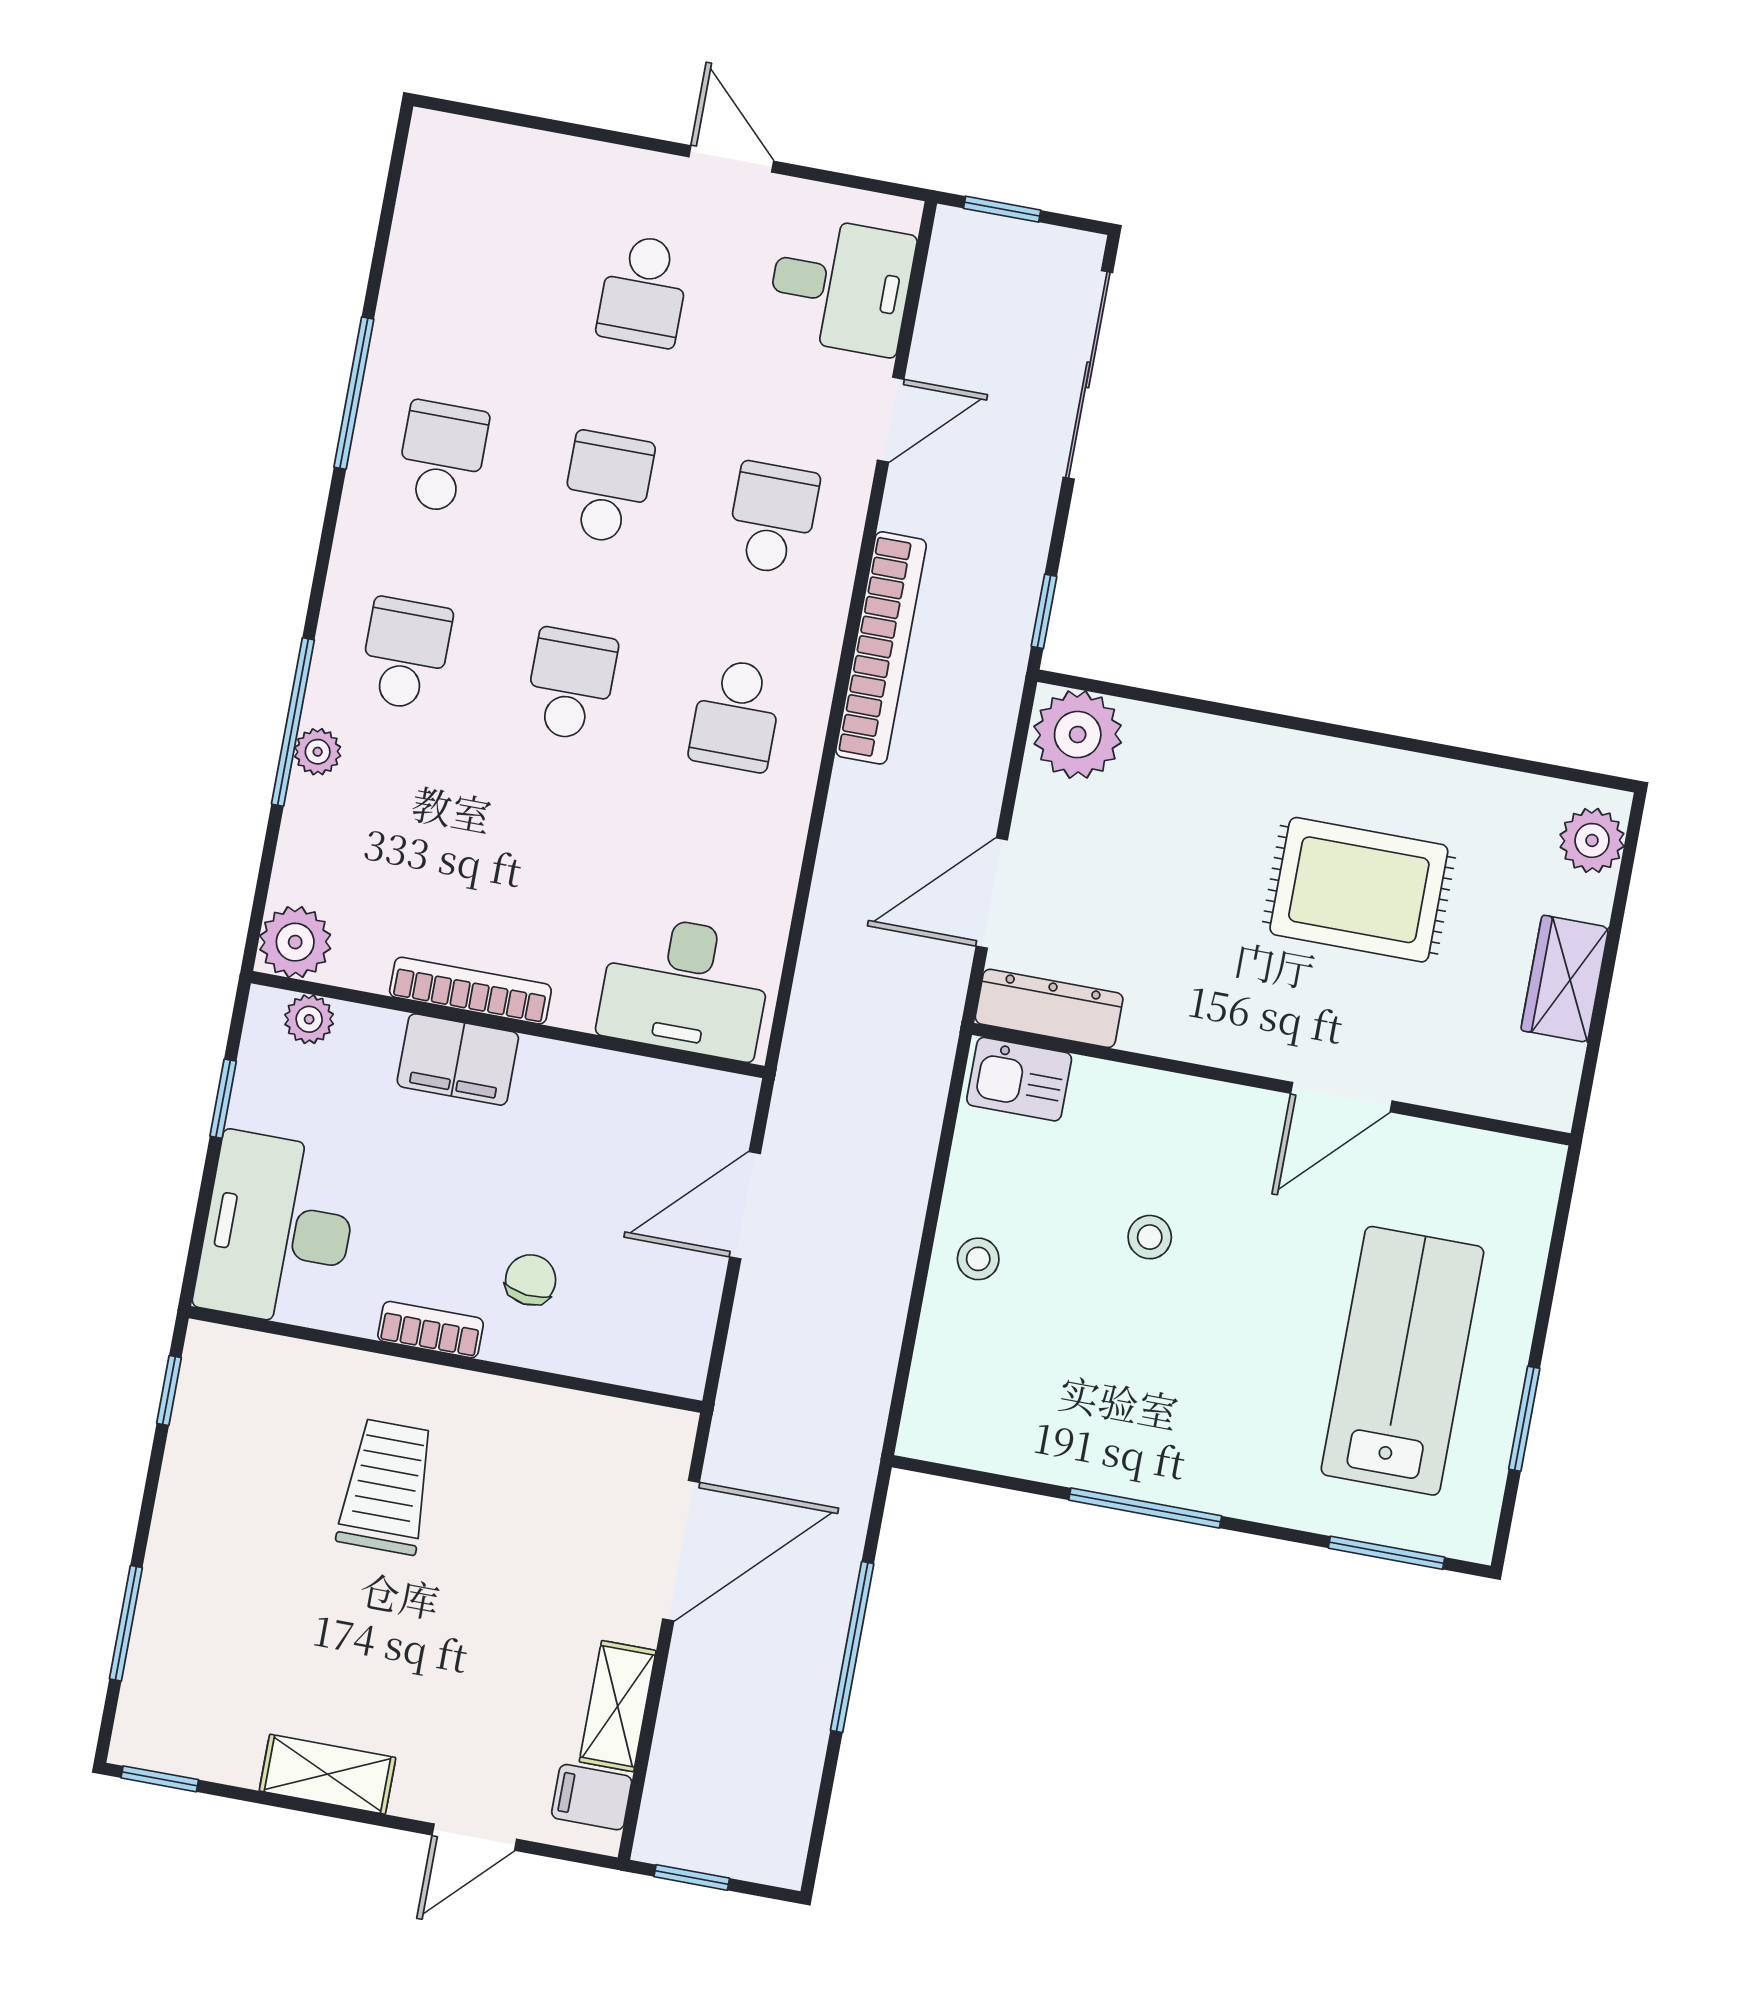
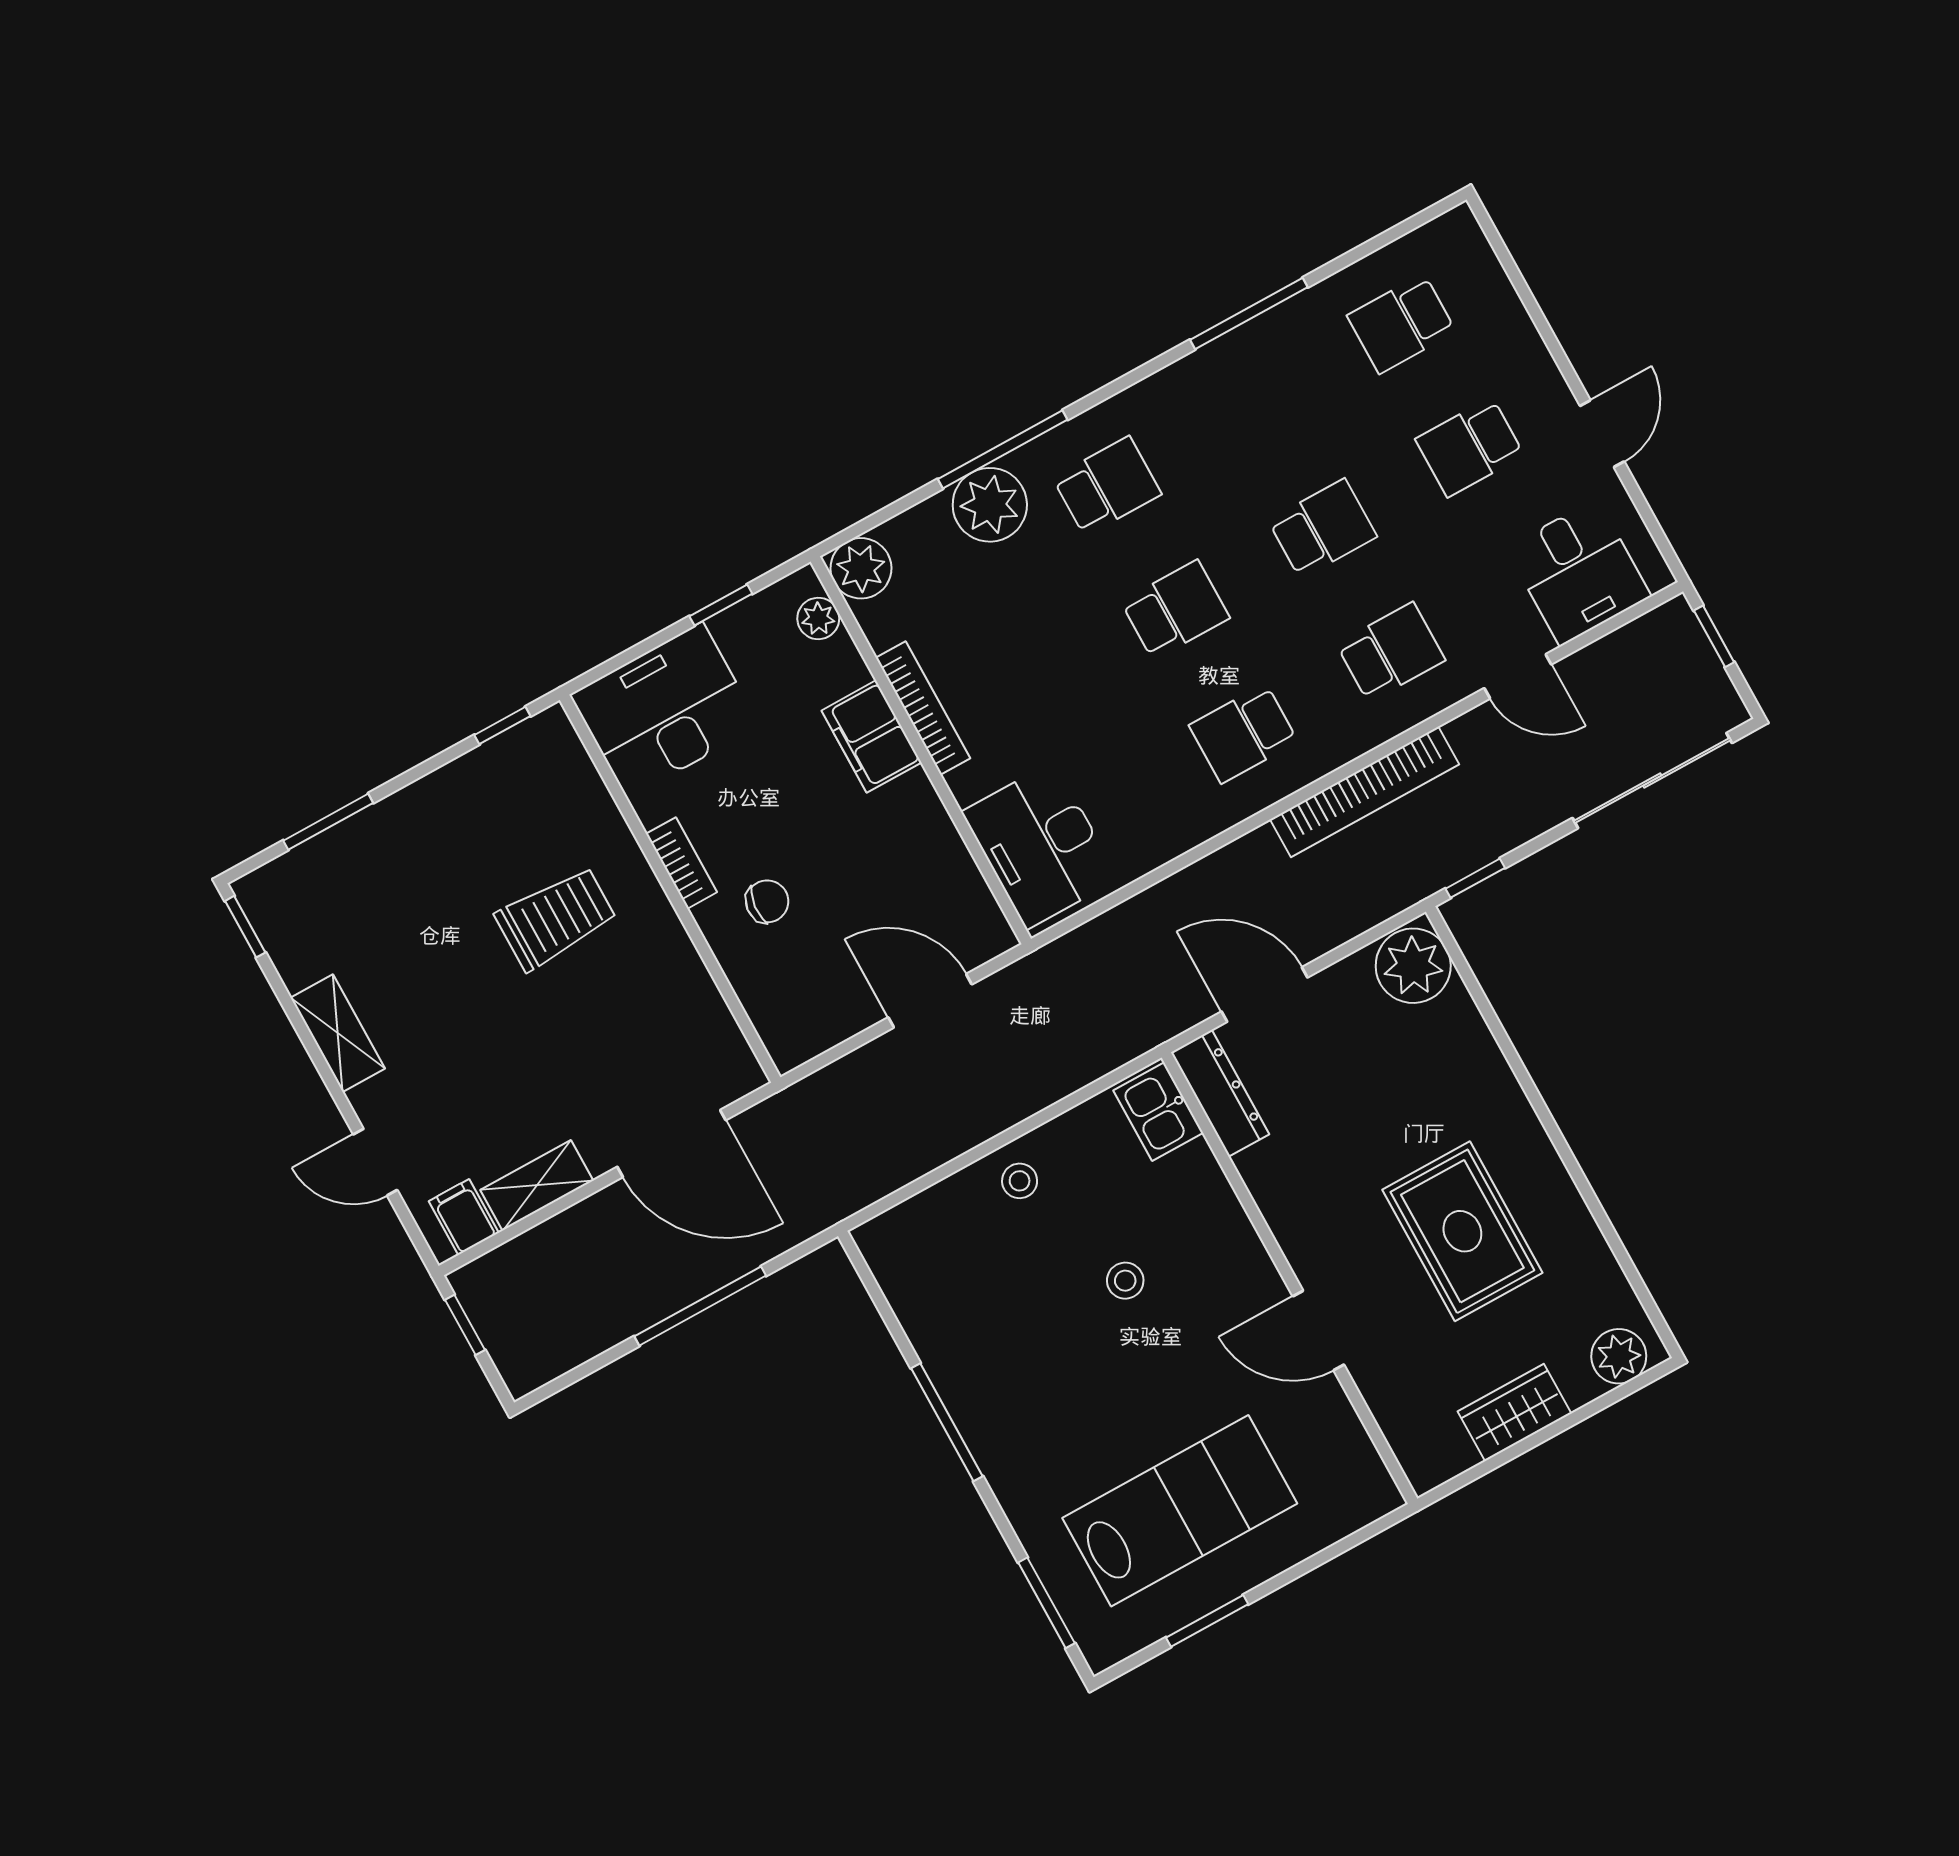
school desk: (442, 457) -> (1401, 324), moved, turned 180
plant: (318, 752) -> (990, 505), width x1.88, depth x1.88

